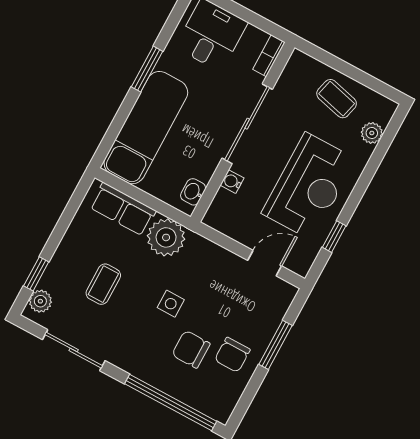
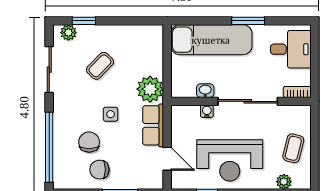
washbasin: (193, 192) -> (205, 91), moved
row of seats: (123, 209) -> (153, 125), moved
coffee table: (103, 284) -> (100, 66), turned -46

